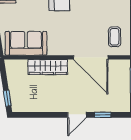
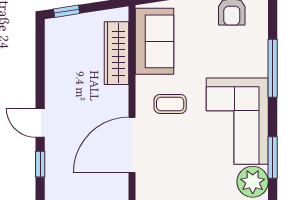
coffee table: (115, 37) -> (170, 104), moved
wardrobe: (48, 67) -> (117, 53), moved

